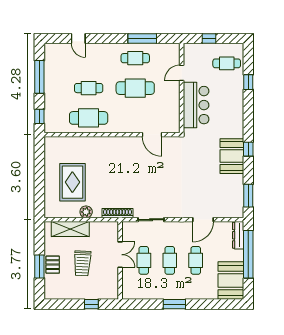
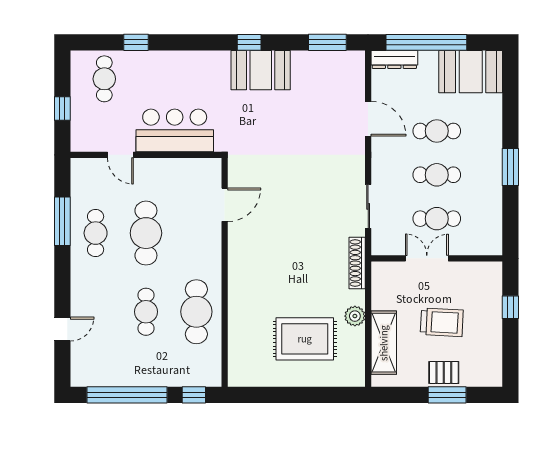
window: (39, 77) -> (127, 395), width x1.46

